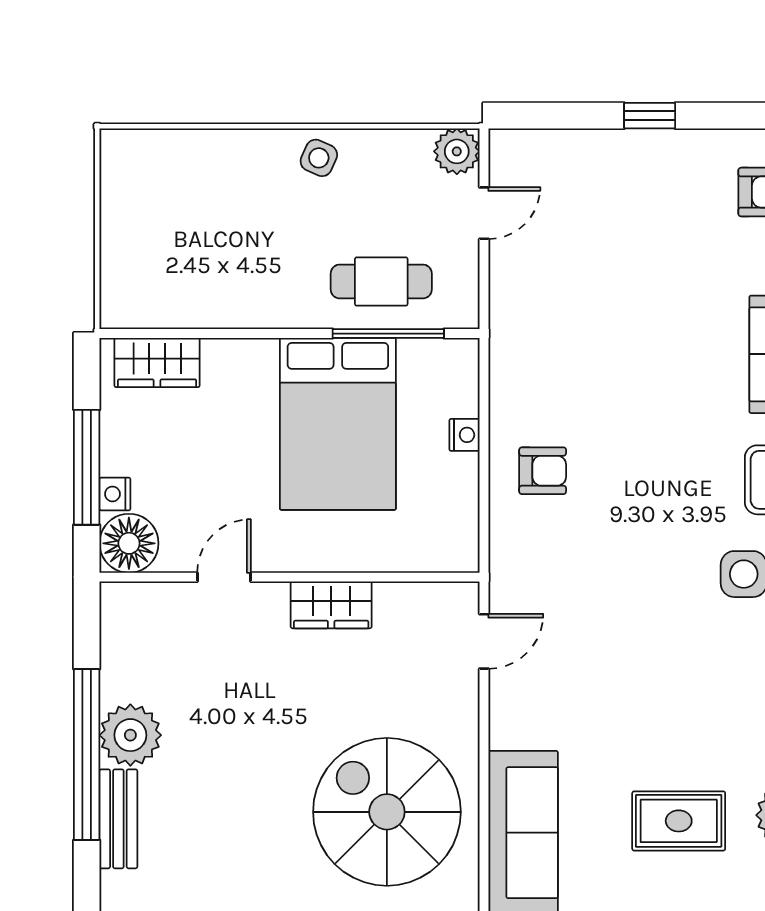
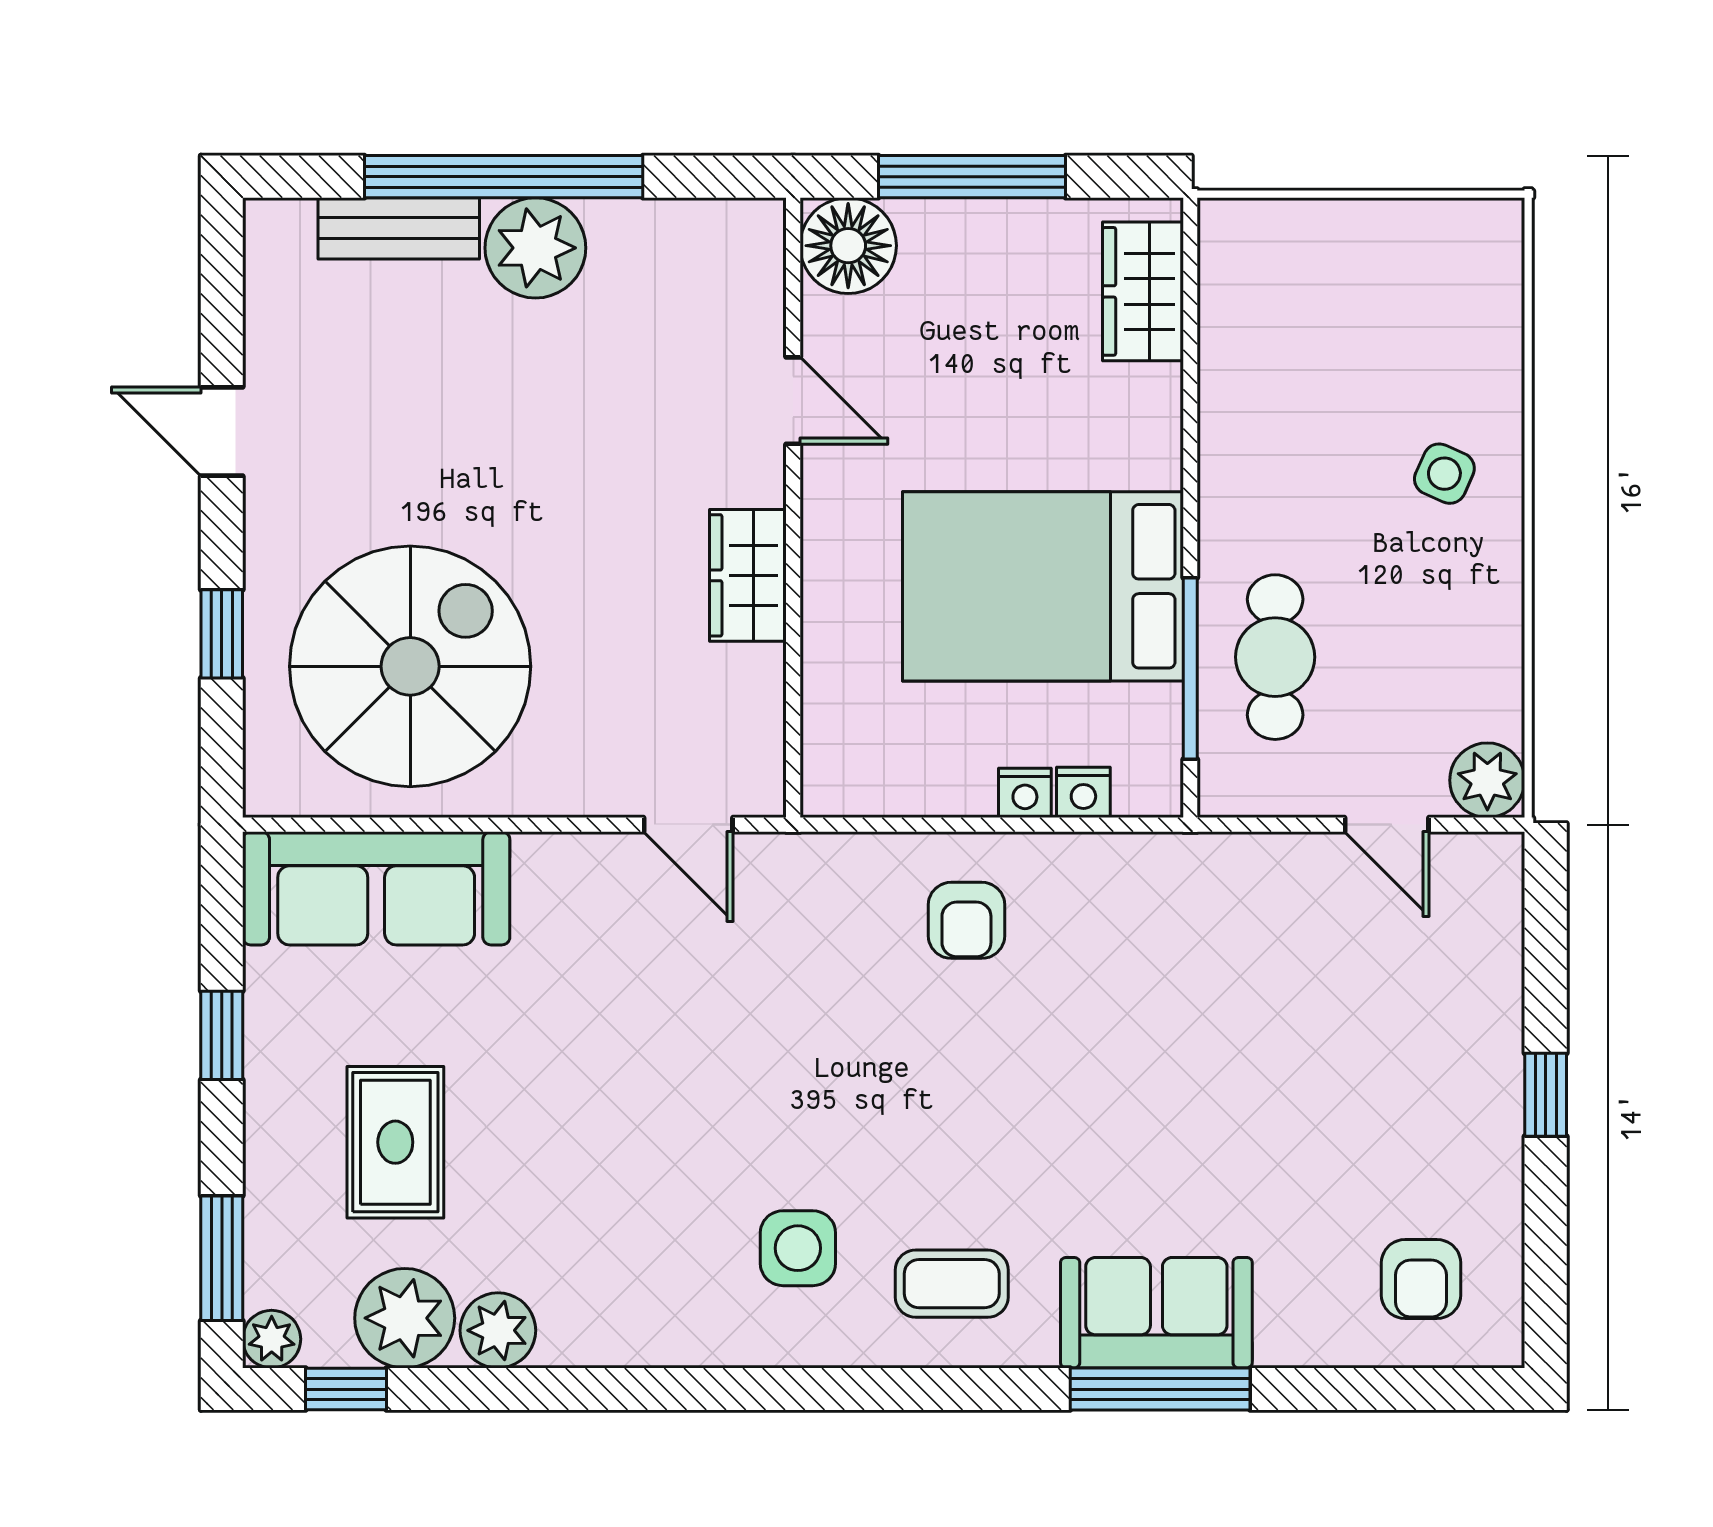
side table: (319, 158) -> (1444, 474), moved
nightstand: (115, 494) -> (1083, 792), moved, turned 180

